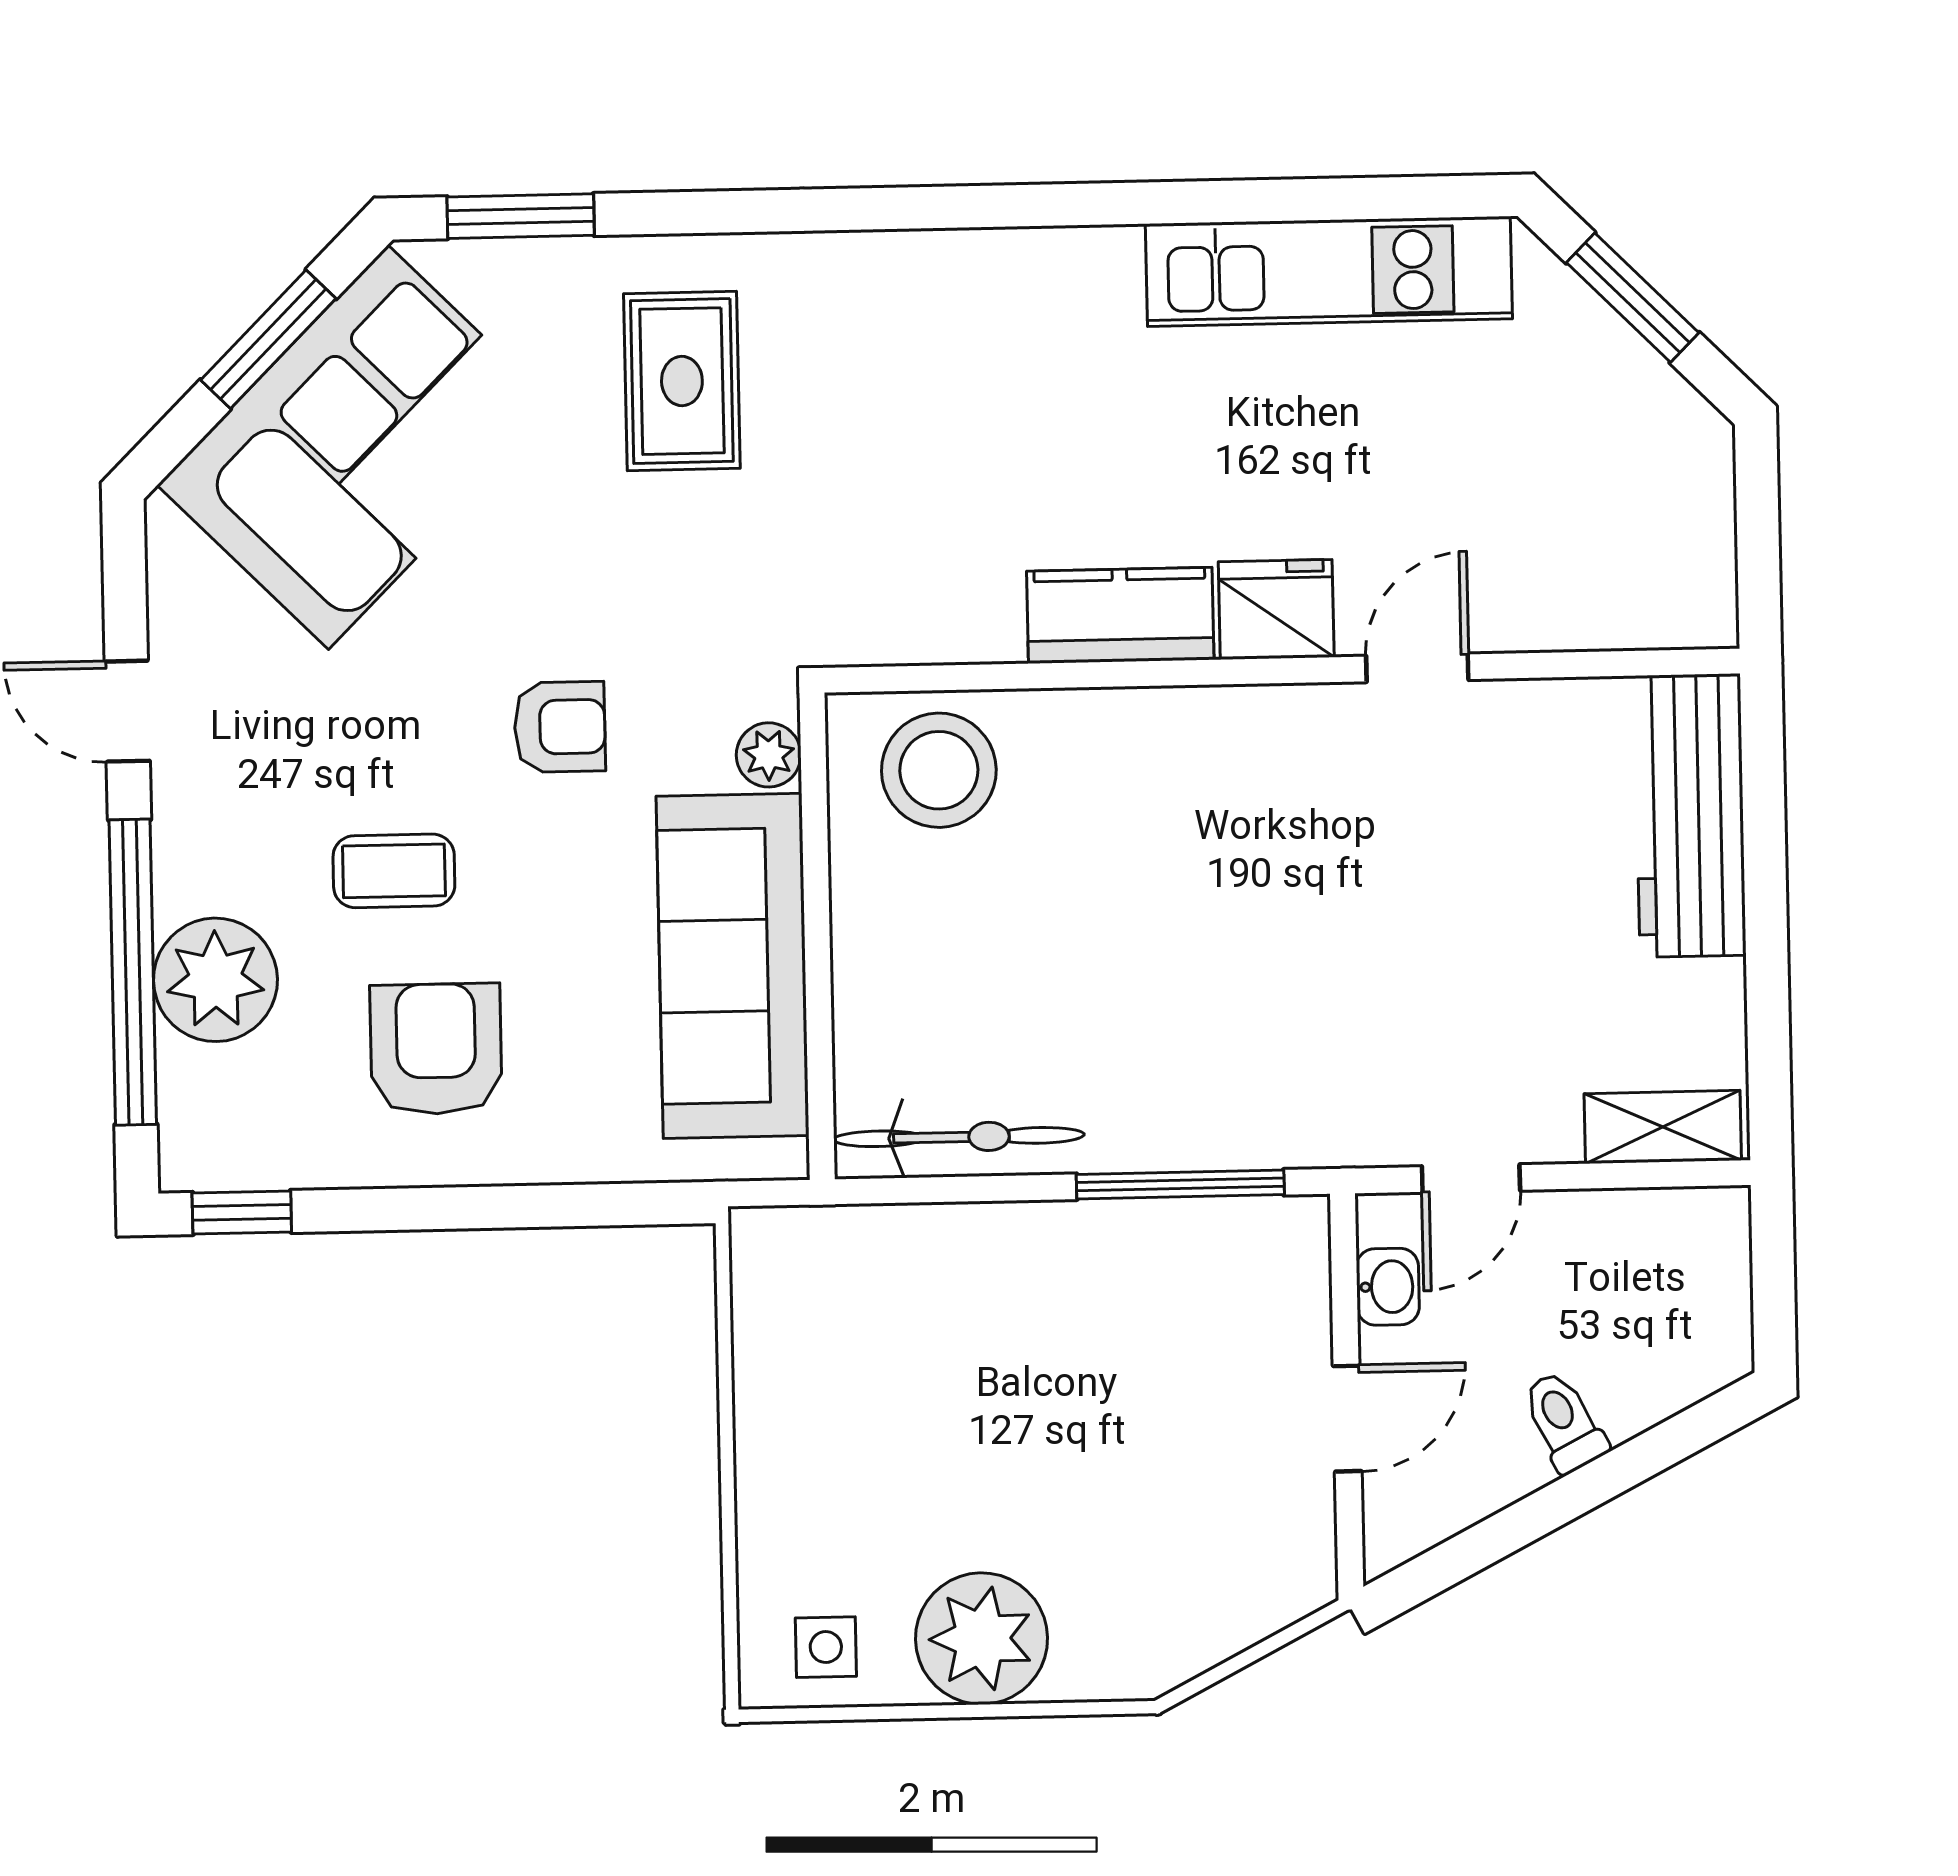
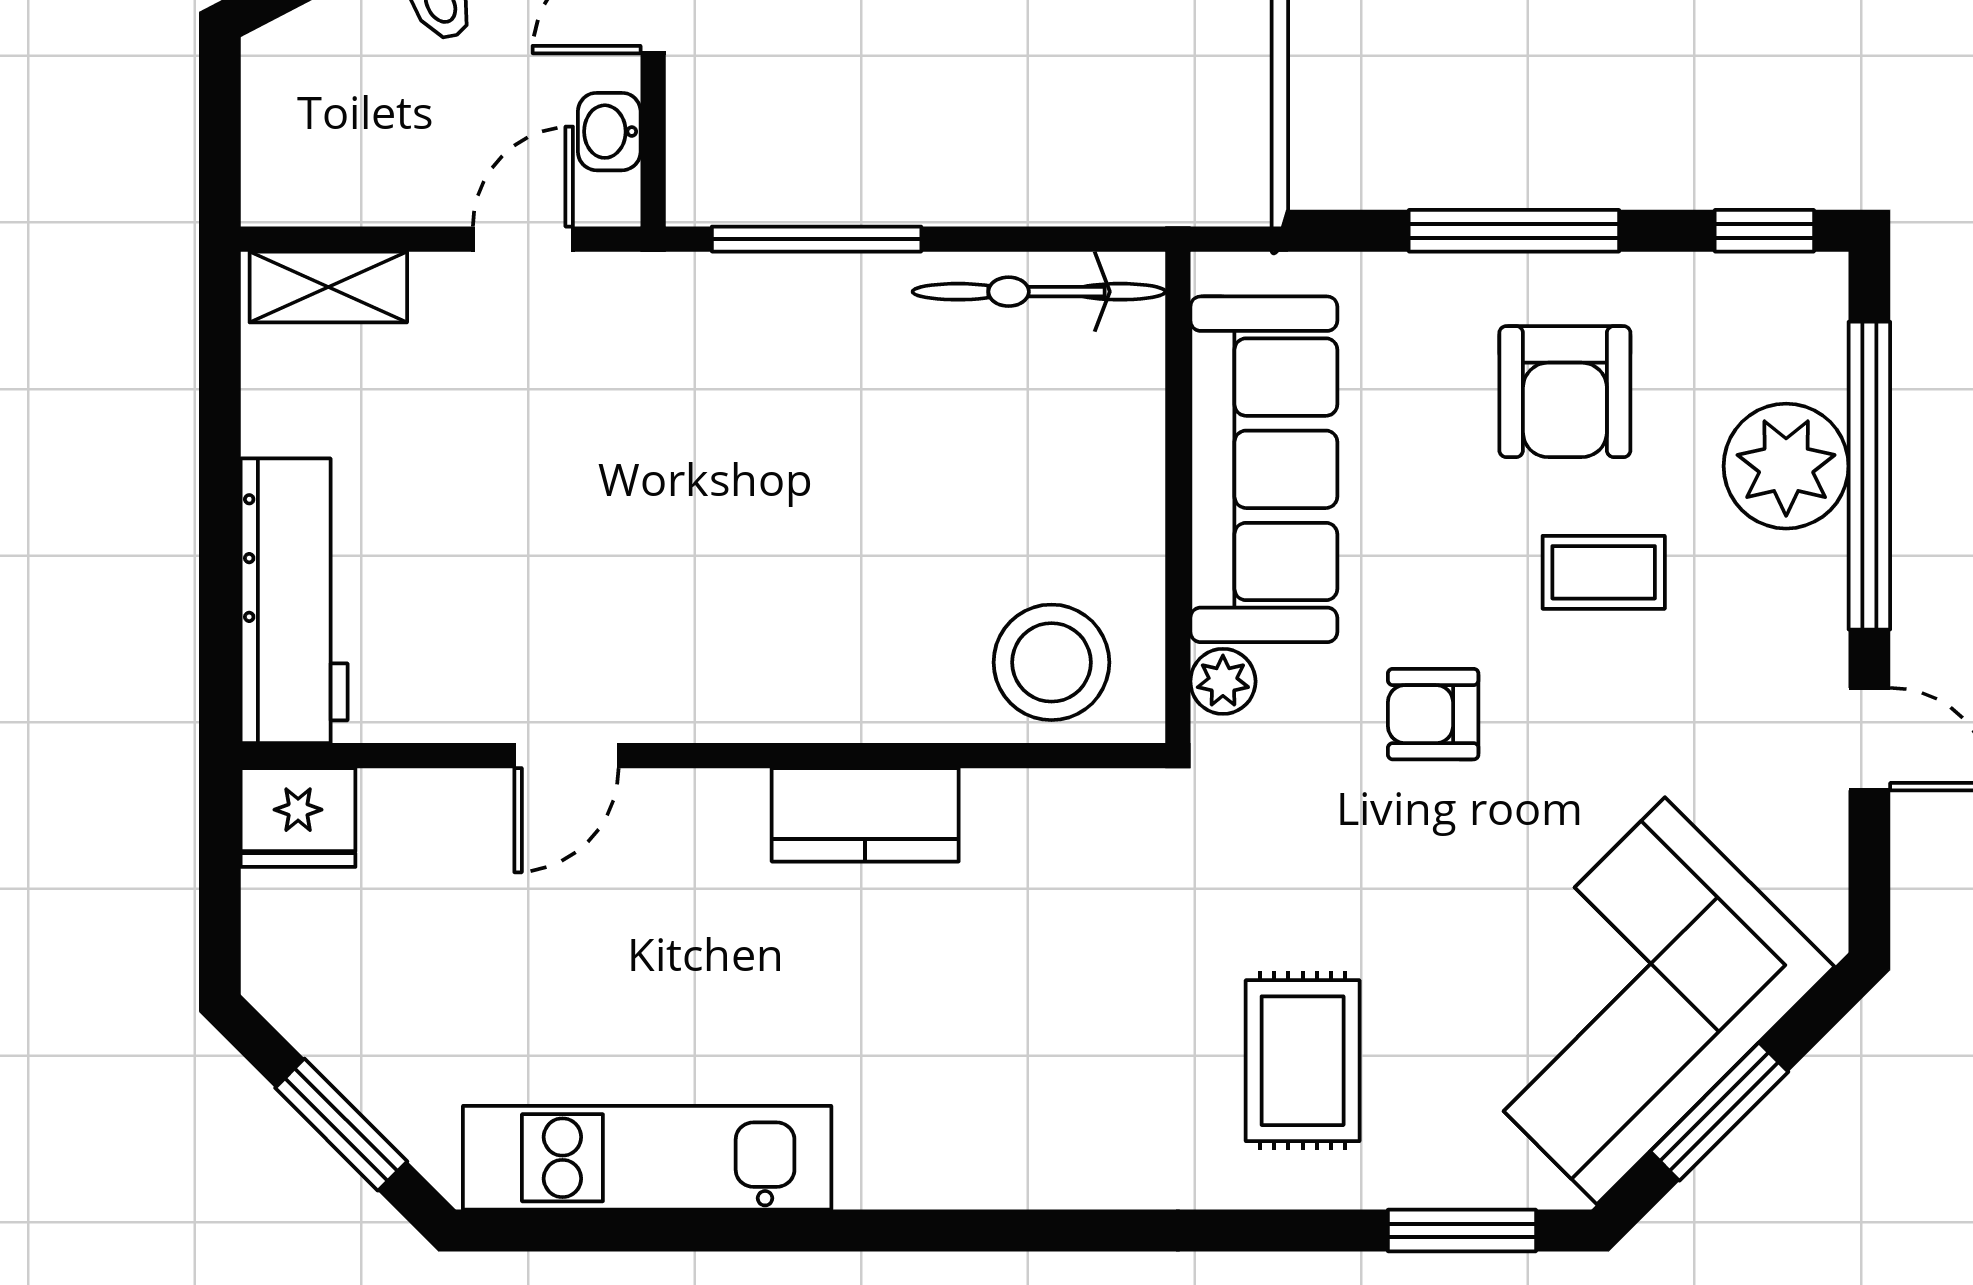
fridge: (1276, 609) -> (298, 818), moved
window: (490, 1207) -> (1514, 231), added

